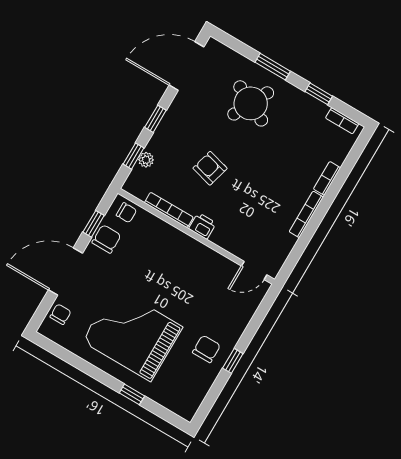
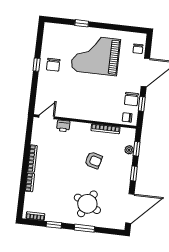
printer: (202, 226) -> (63, 126), moved
grand piano: (132, 334) -> (96, 55), turned 180

